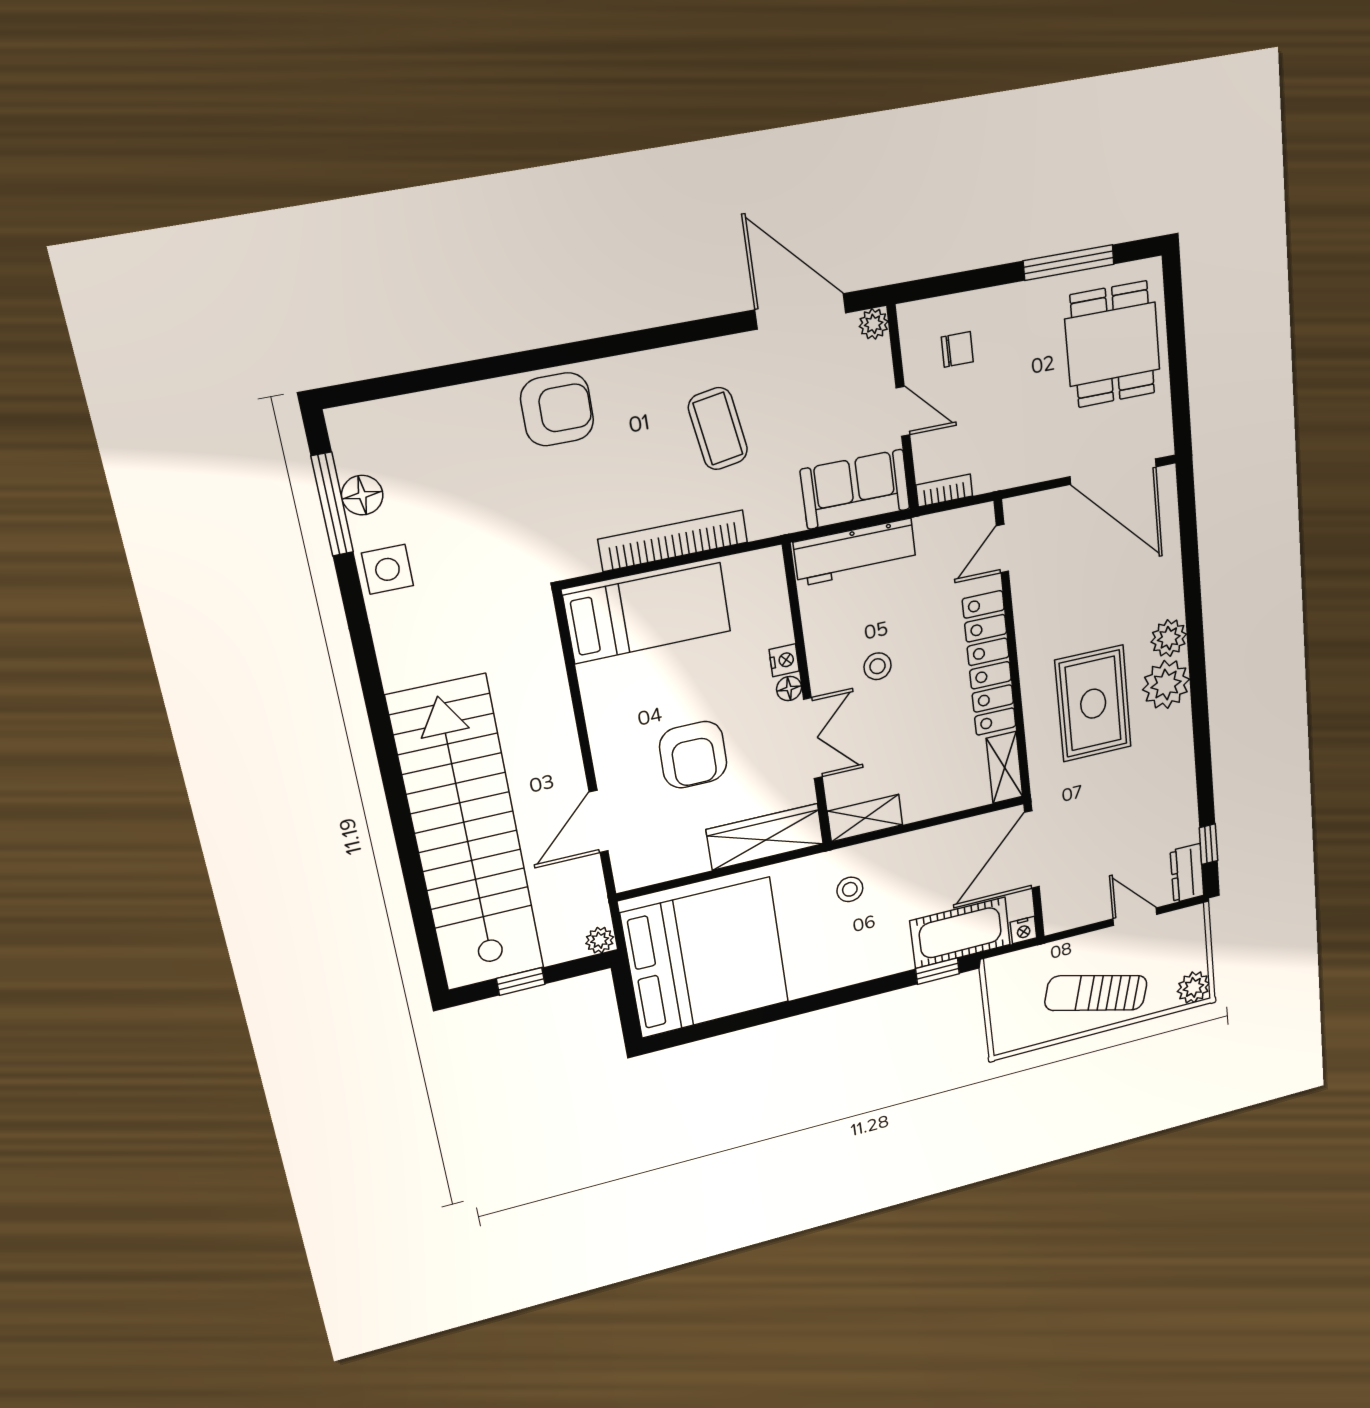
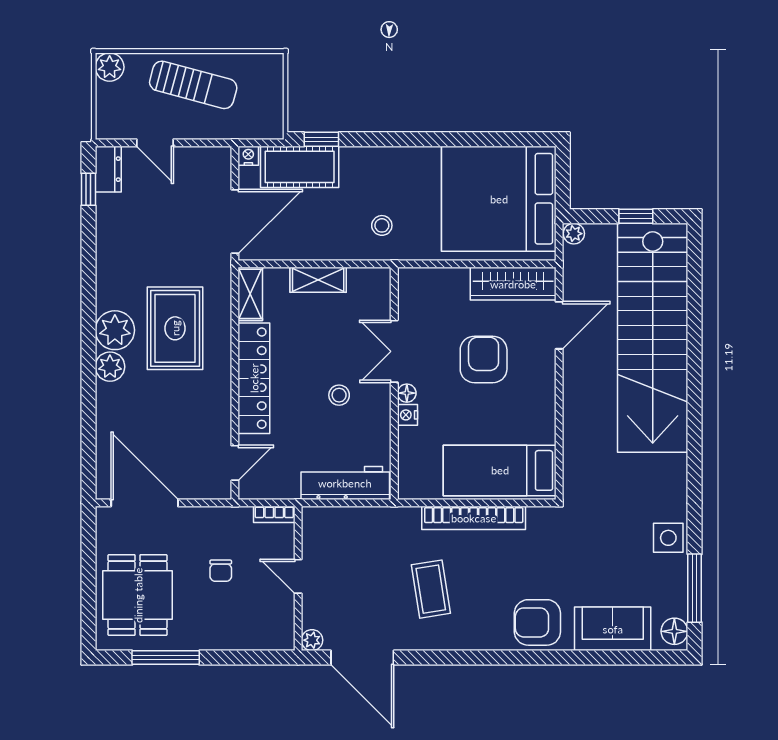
chair: (957, 349) -> (221, 571), moved, turned -90
sofa: (855, 489) -> (613, 629), moved, turned 180
floor lamp: (362, 495) -> (674, 631), moved
shelving: (865, 818) -> (318, 280), moved
wardrobe: (765, 837) -> (513, 284), moved

